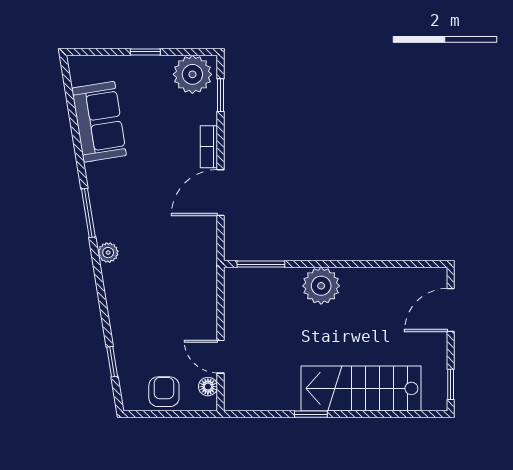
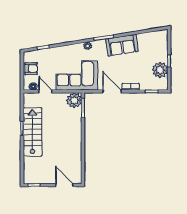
plant: (192, 74) -> (160, 70), moved
sofa: (99, 122) -> (122, 45), moved
corner sofa: (181, 279) -> (77, 75), added
plant: (321, 286) -> (74, 100), moved
door: (220, 357) -> (45, 91), hinge flipped
stairs: (361, 388) -> (32, 132), moved

